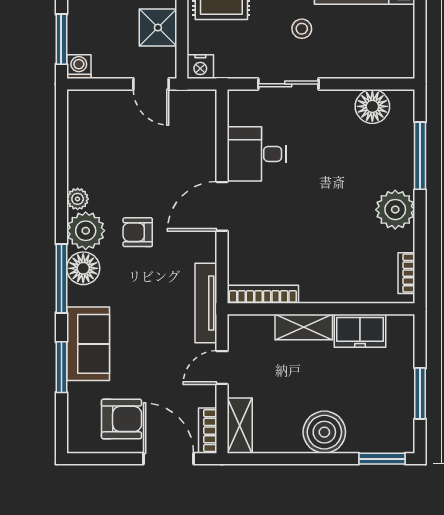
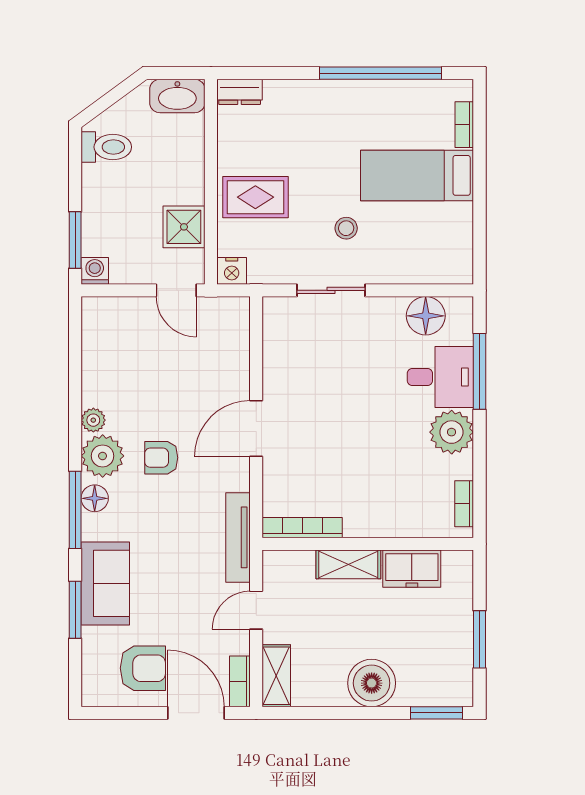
desk: (257, 154) -> (440, 377), moved, turned 180
floor lamp: (83, 268) -> (95, 498), width x0.73, depth x0.73

